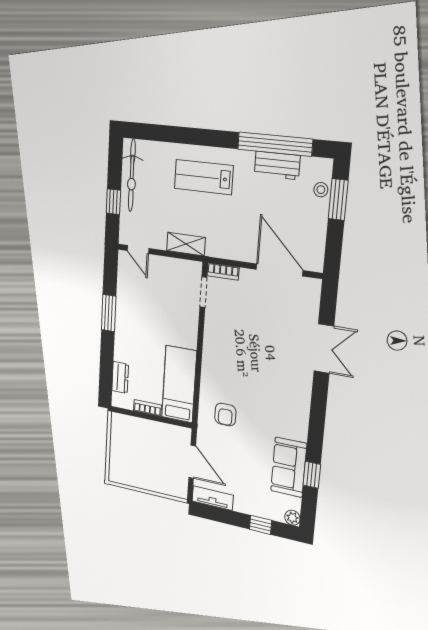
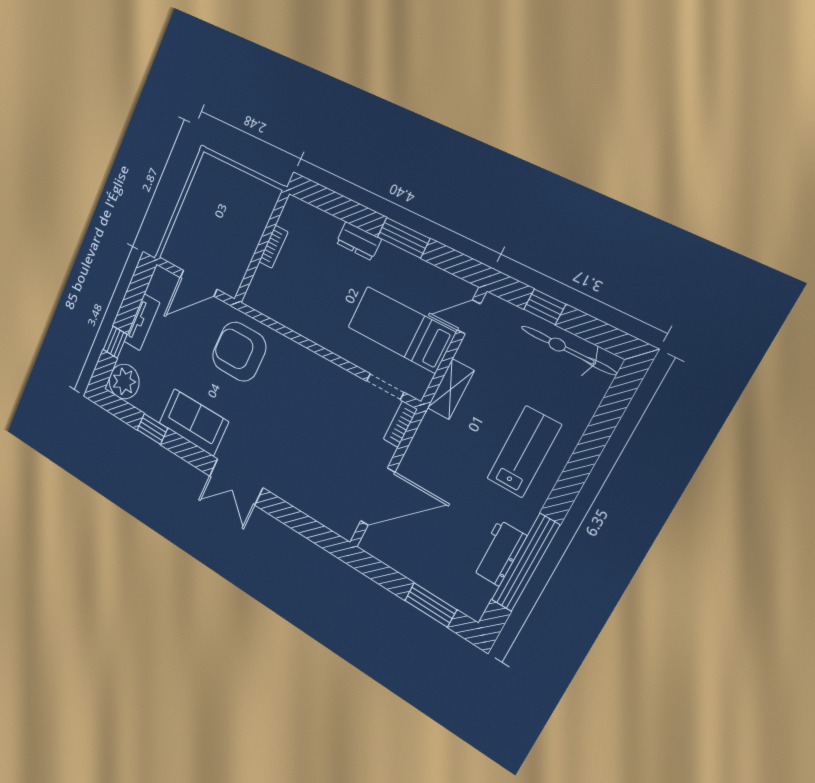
stool: (321, 190) -> (449, 591), removed
double door: (324, 349) -> (236, 482), moved
dresser: (120, 377) -> (359, 241), moved
bed: (179, 384) -> (401, 330), moved, turned 180
armchair: (225, 414) -> (239, 352), width x1.88, depth x1.88
sofa: (289, 467) -> (194, 422), moved
tv unit: (213, 498) -> (142, 322), moved
plant: (292, 518) -> (124, 382), width x1.87, depth x1.87

